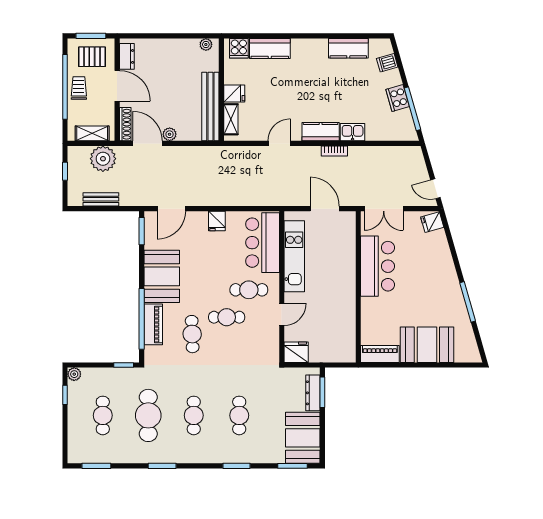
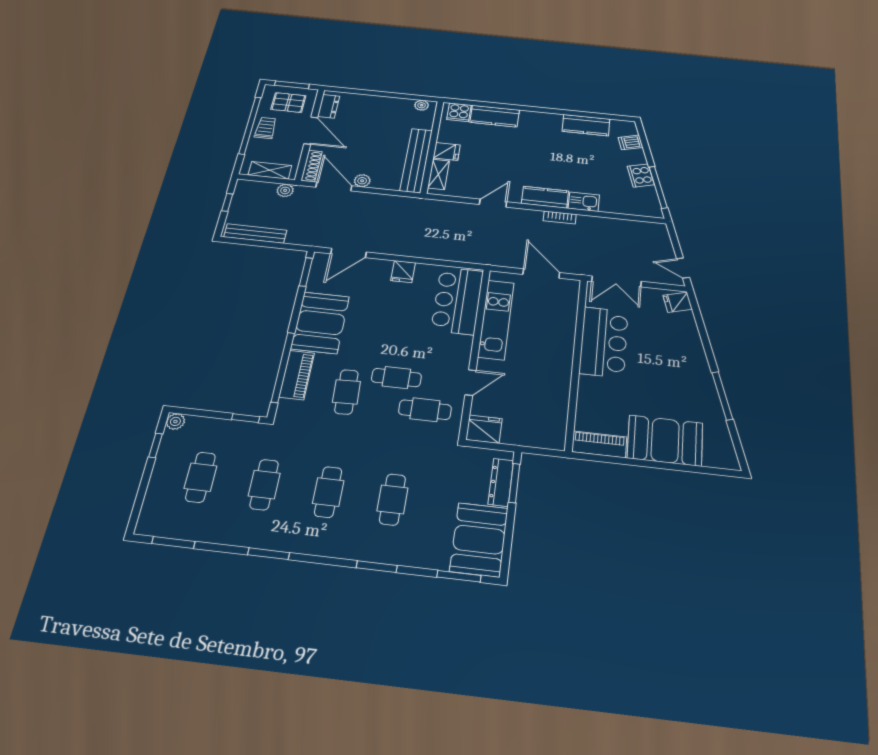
plant: (103, 159) -> (285, 190), width x0.53, depth x0.53
bench: (101, 199) -> (255, 234), width x1.36
cafe table: (249, 290) -> (425, 410), moved
cafe table: (148, 415) -> (264, 485), width x0.73, depth x0.74

